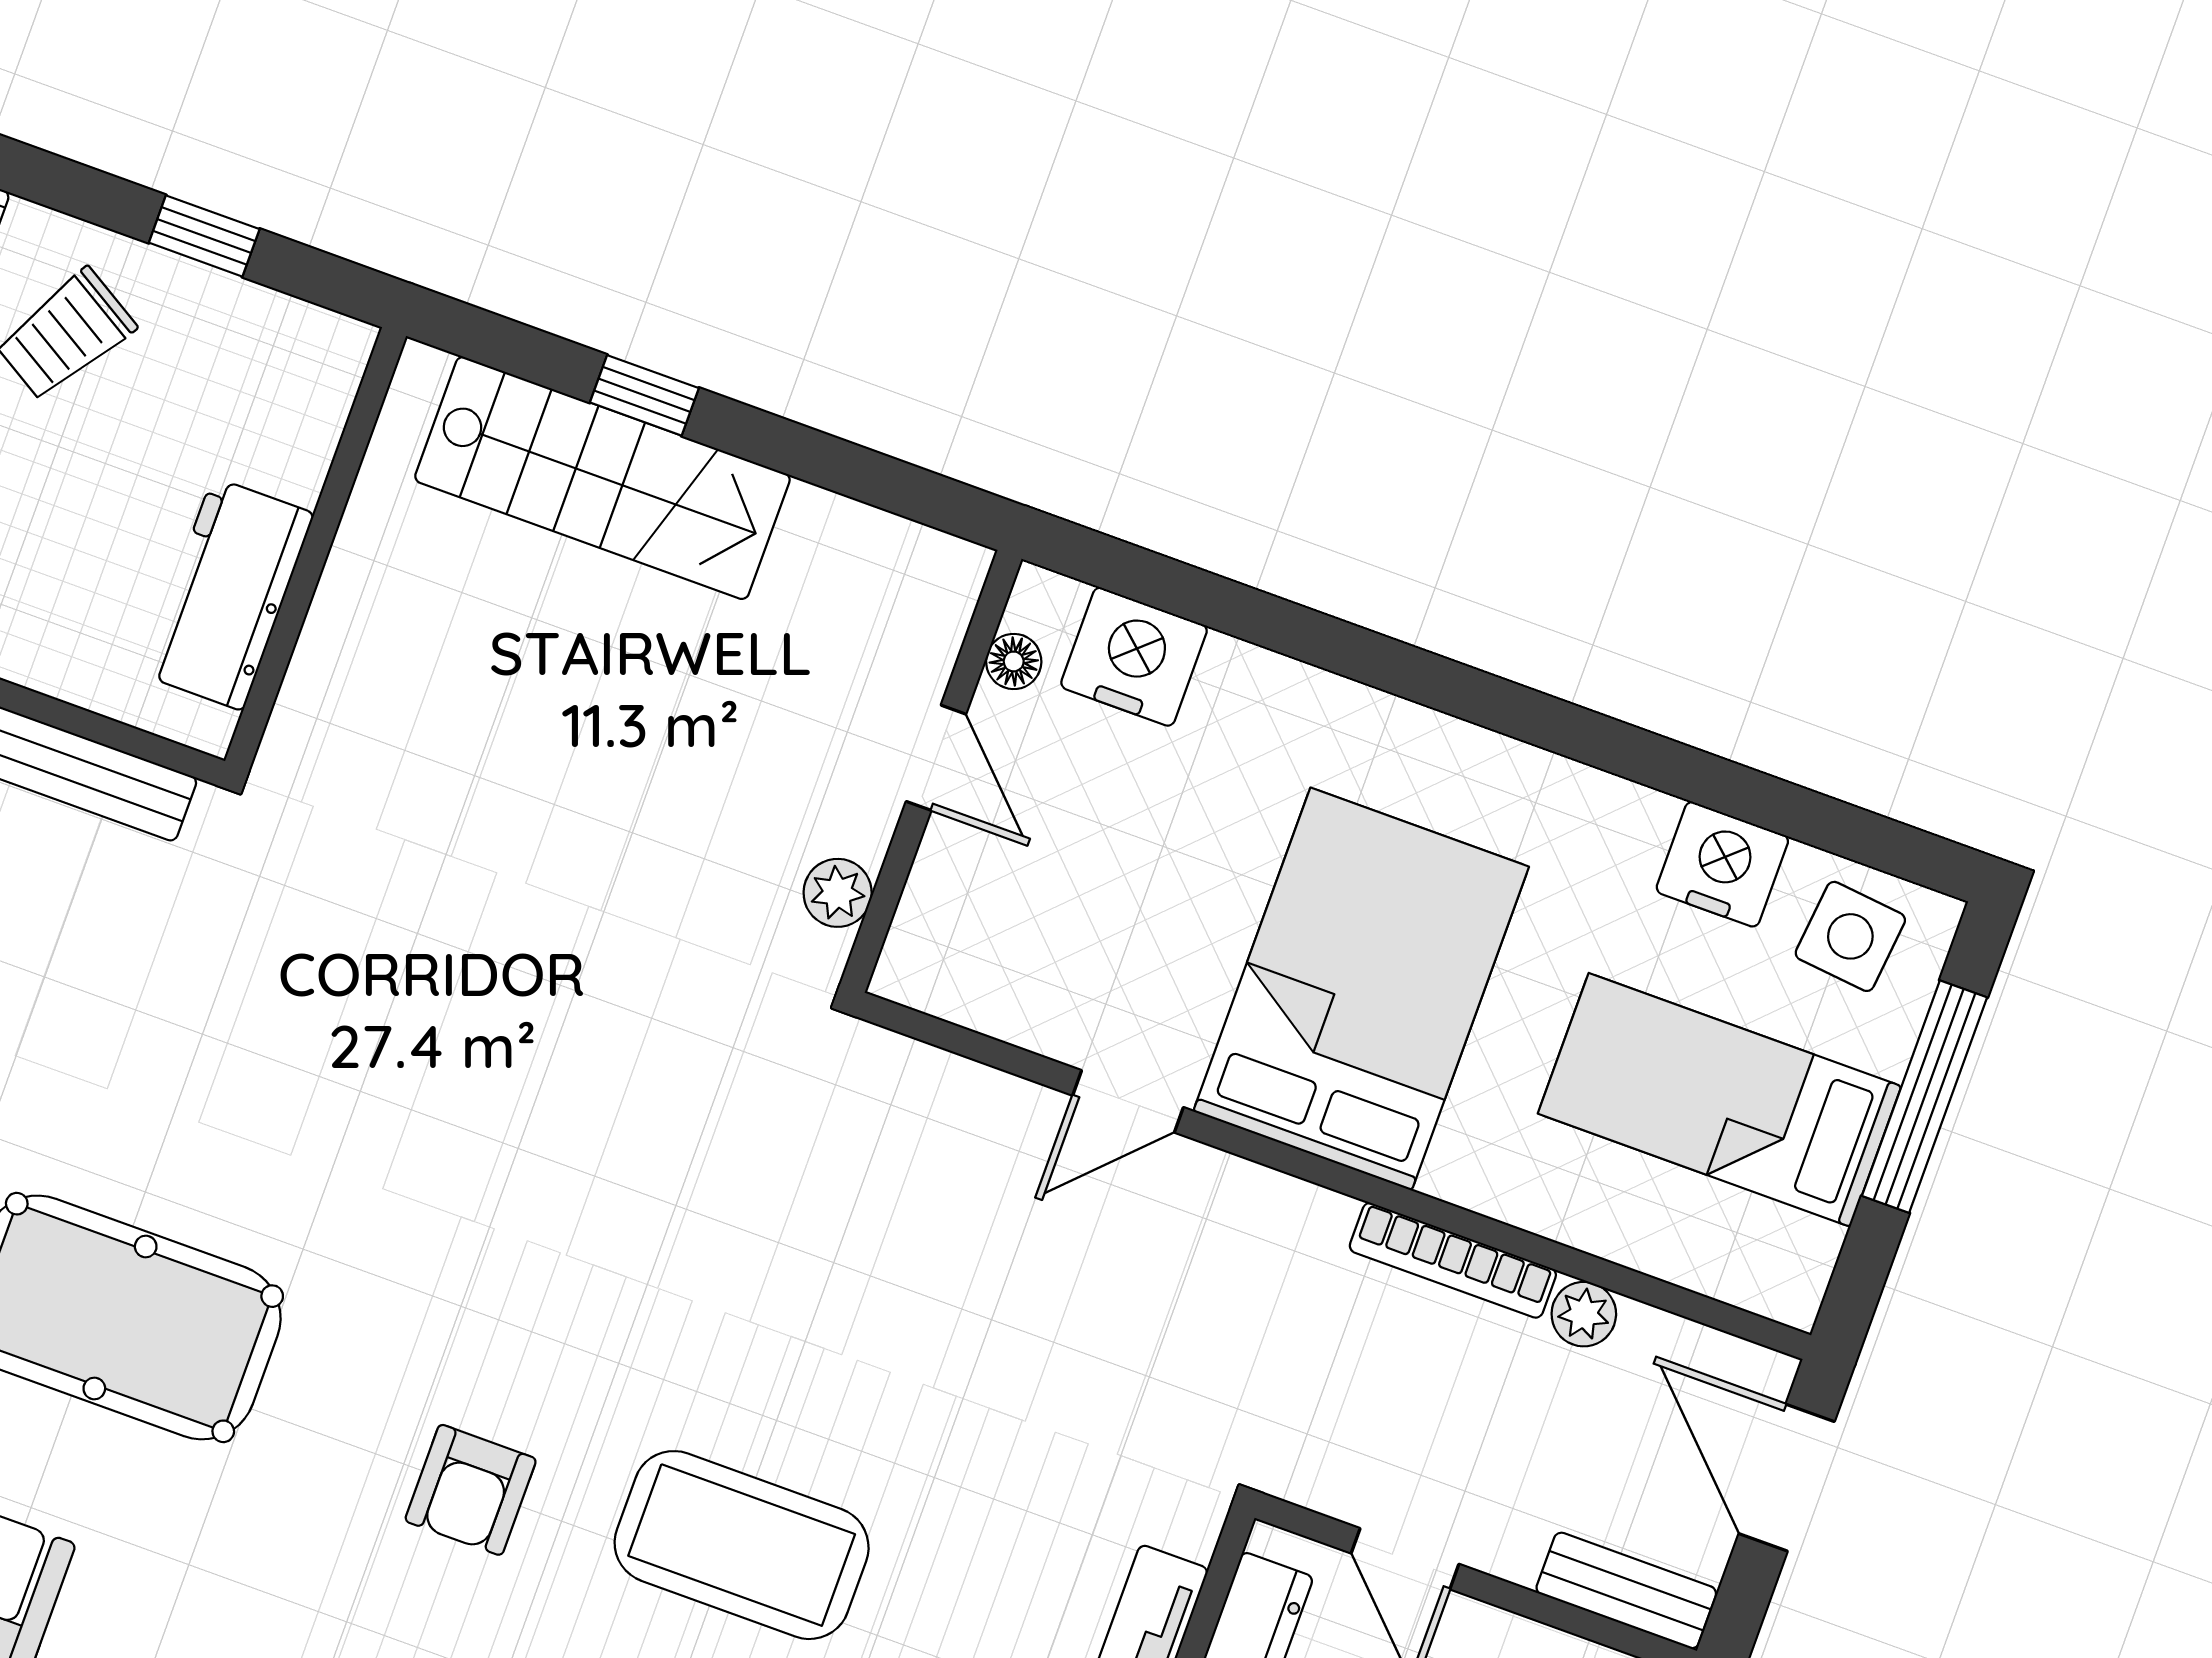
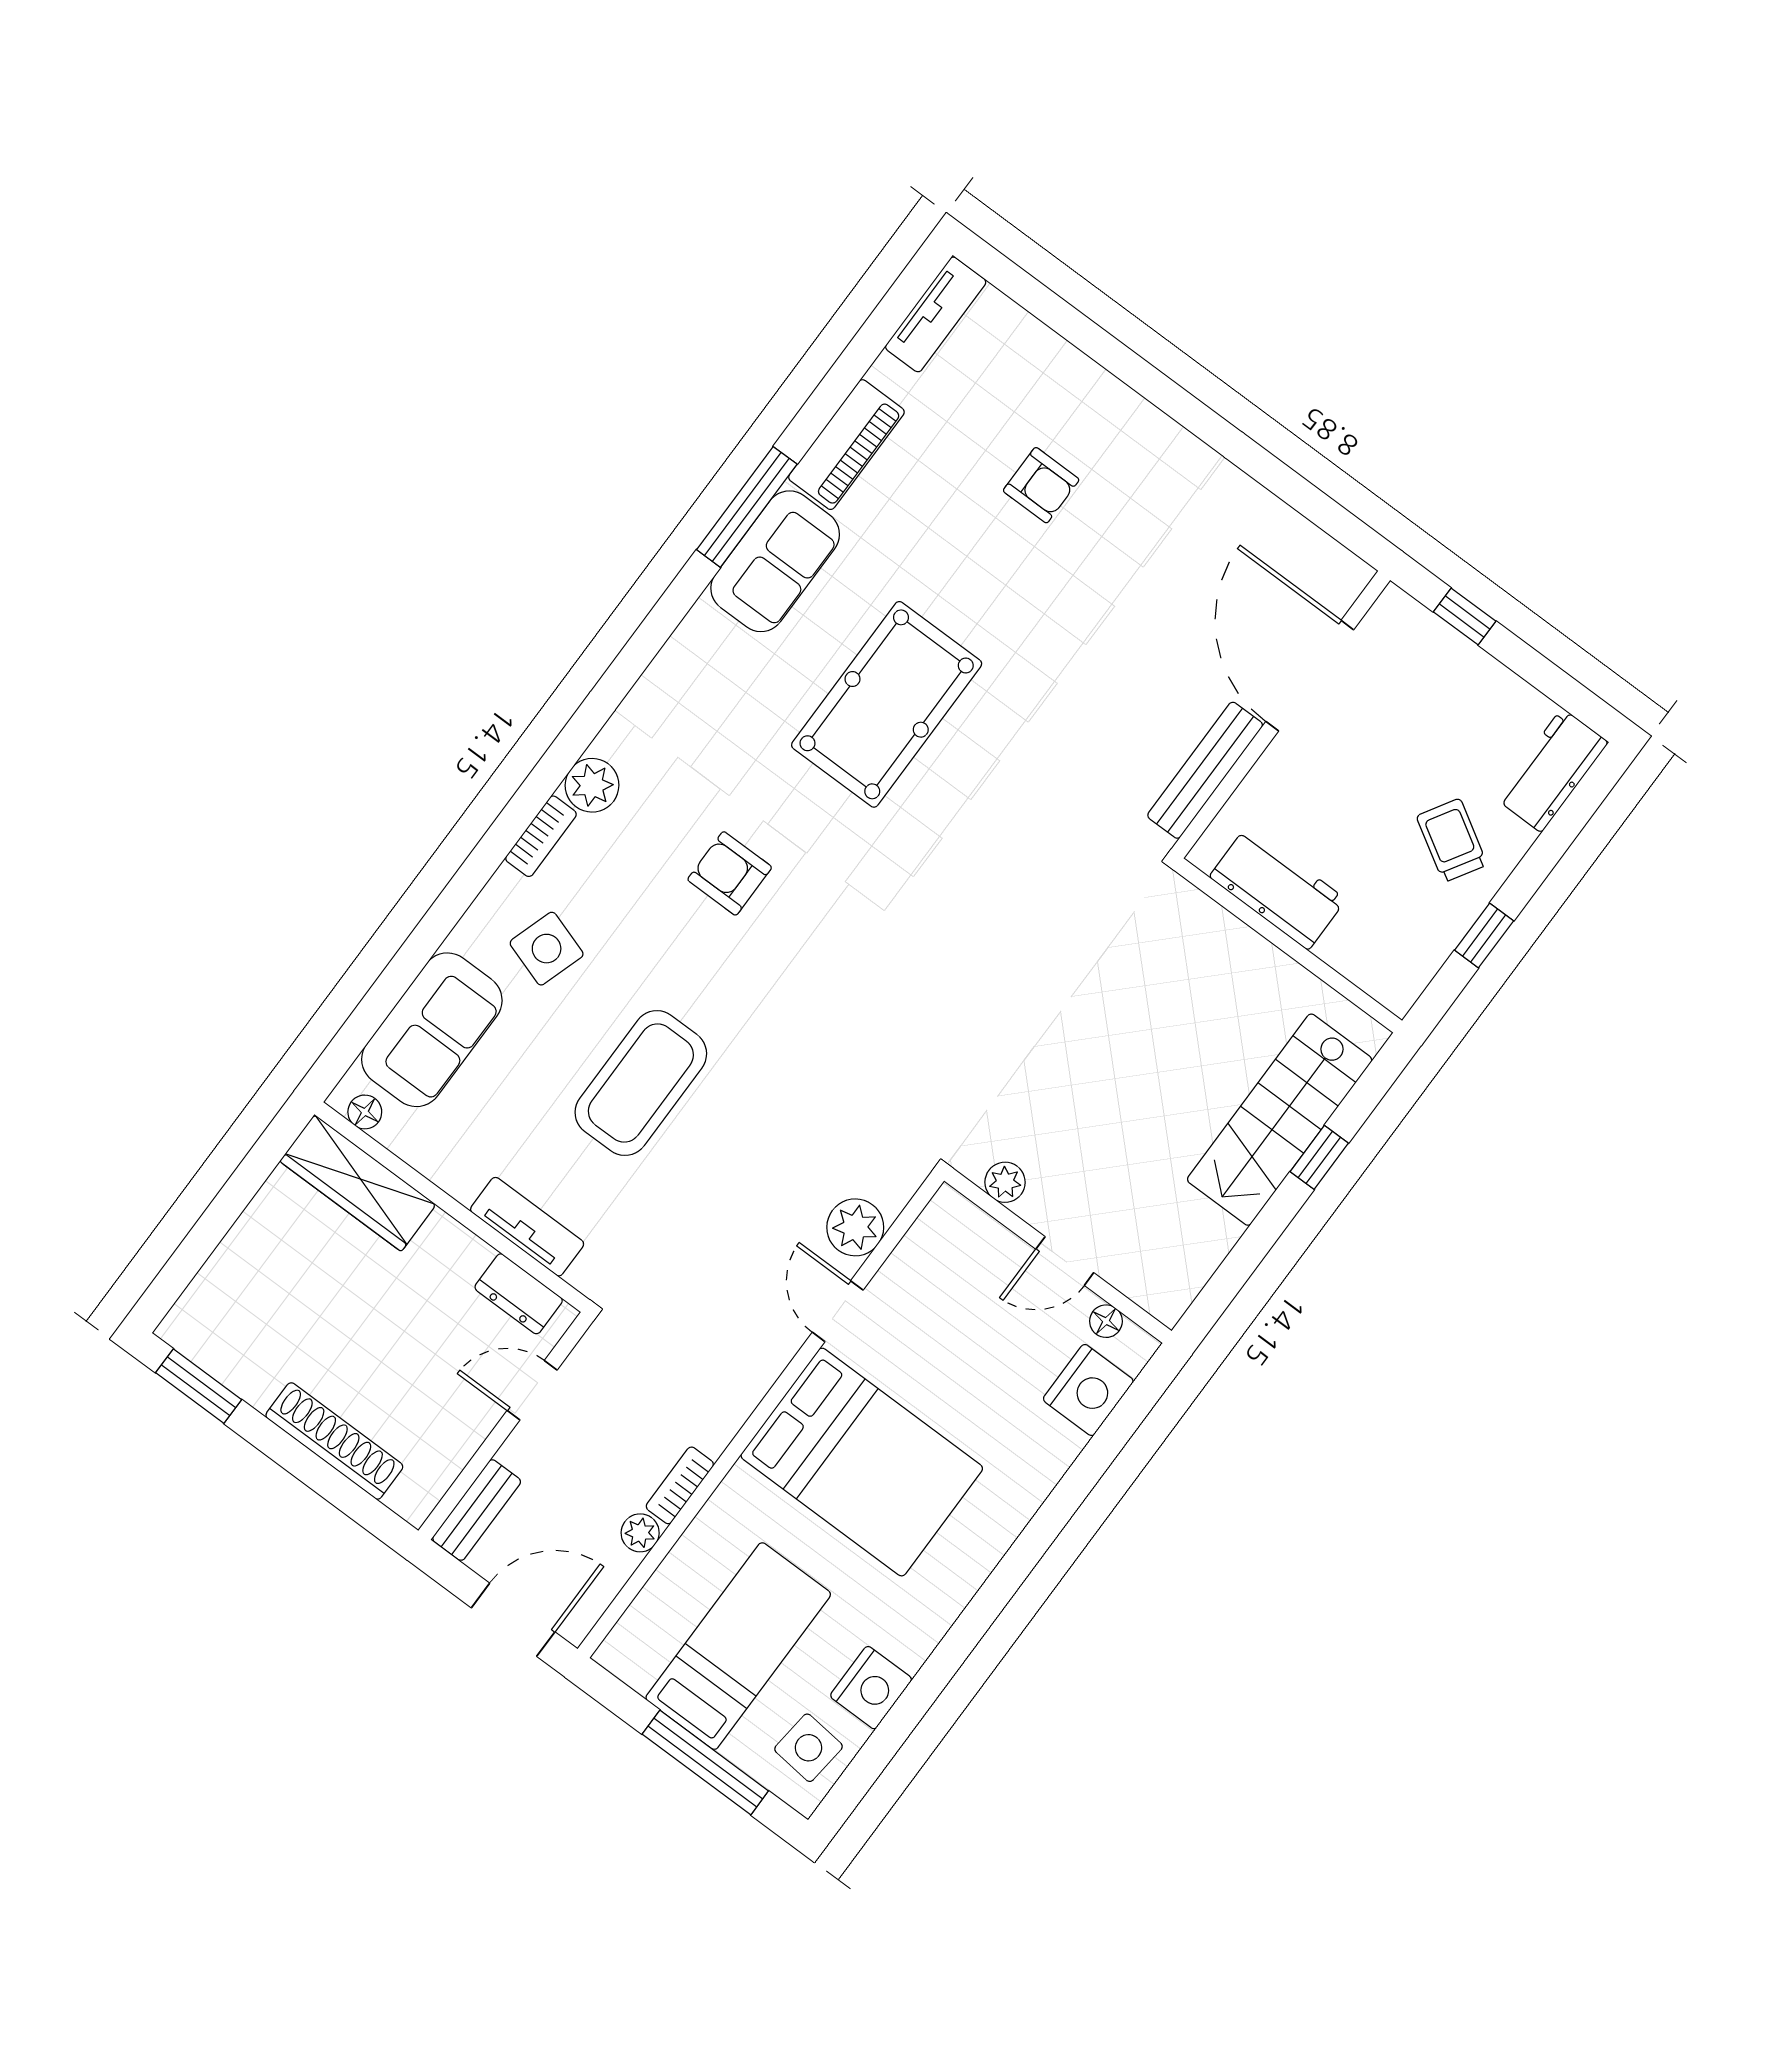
plant: (984, 1114) -> (855, 1227), added
bookcase: (1453, 1260) -> (680, 1485), width x0.64
coffee table: (742, 1545) -> (641, 1083), moved

